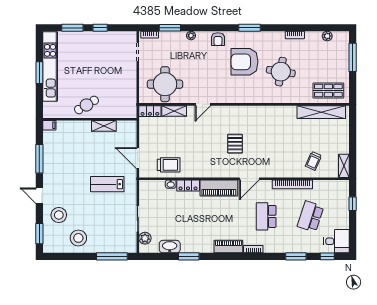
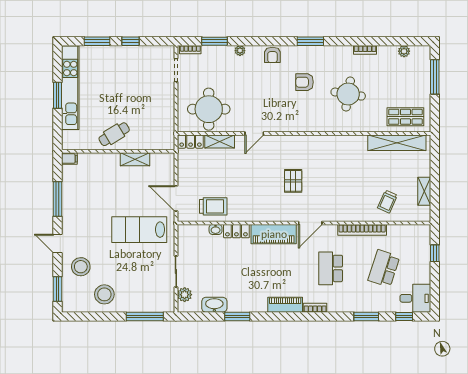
armchair: (245, 62) -> (305, 82), width x0.53, depth x0.53
shelving: (344, 166) -> (424, 191), moved
lab bench: (107, 184) -> (139, 230), width x1.36, depth x1.39

